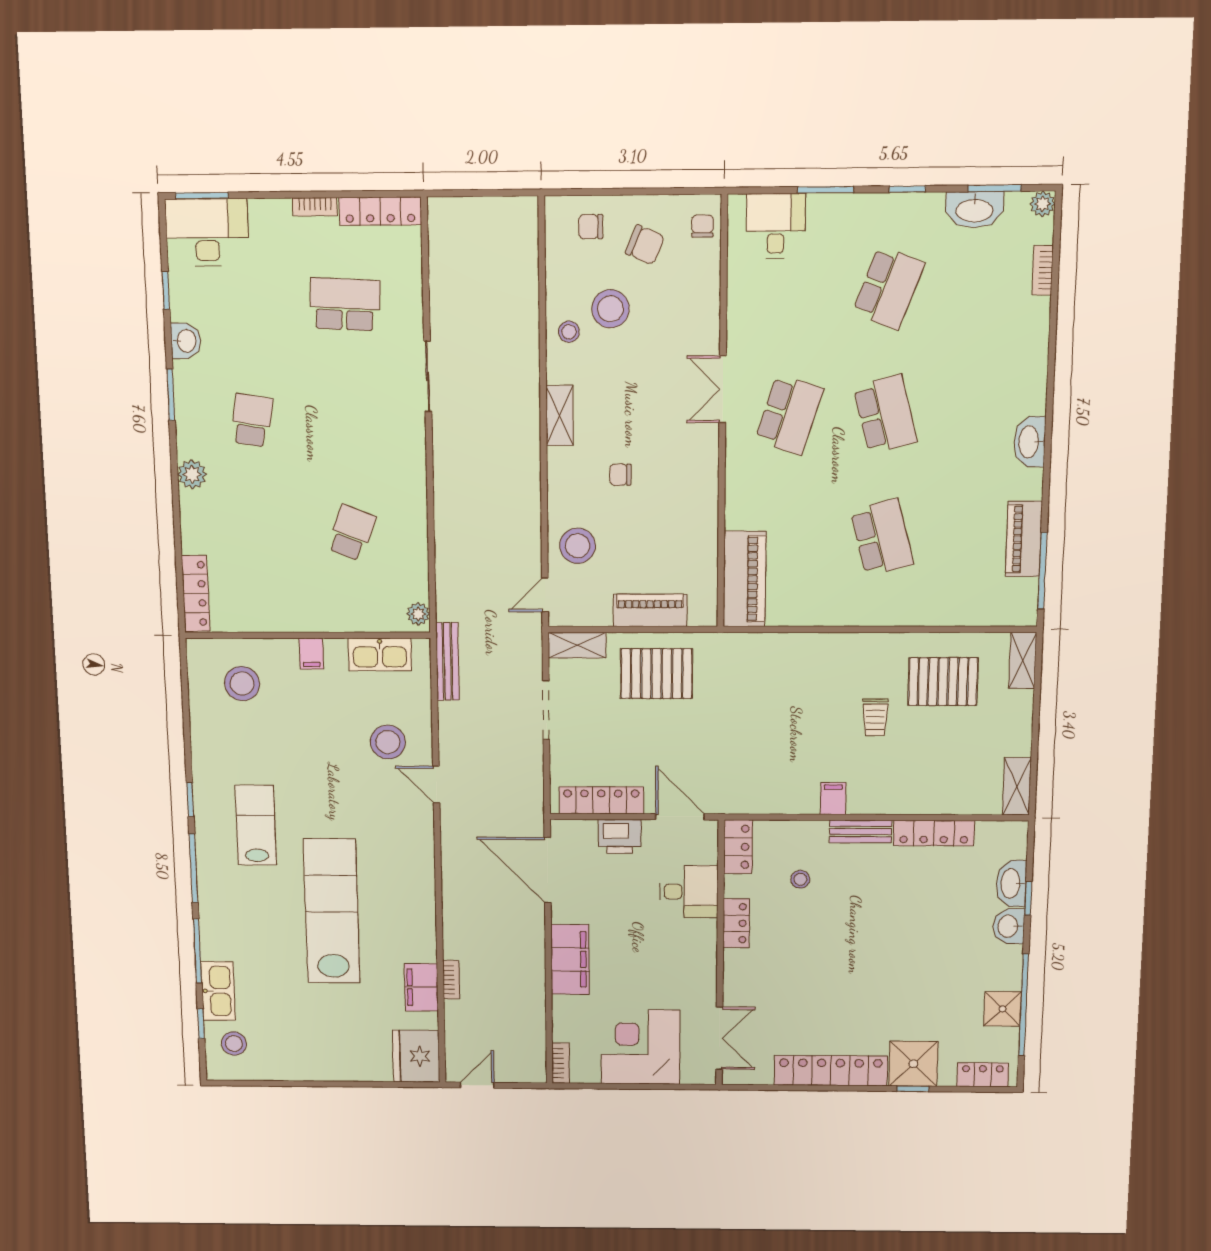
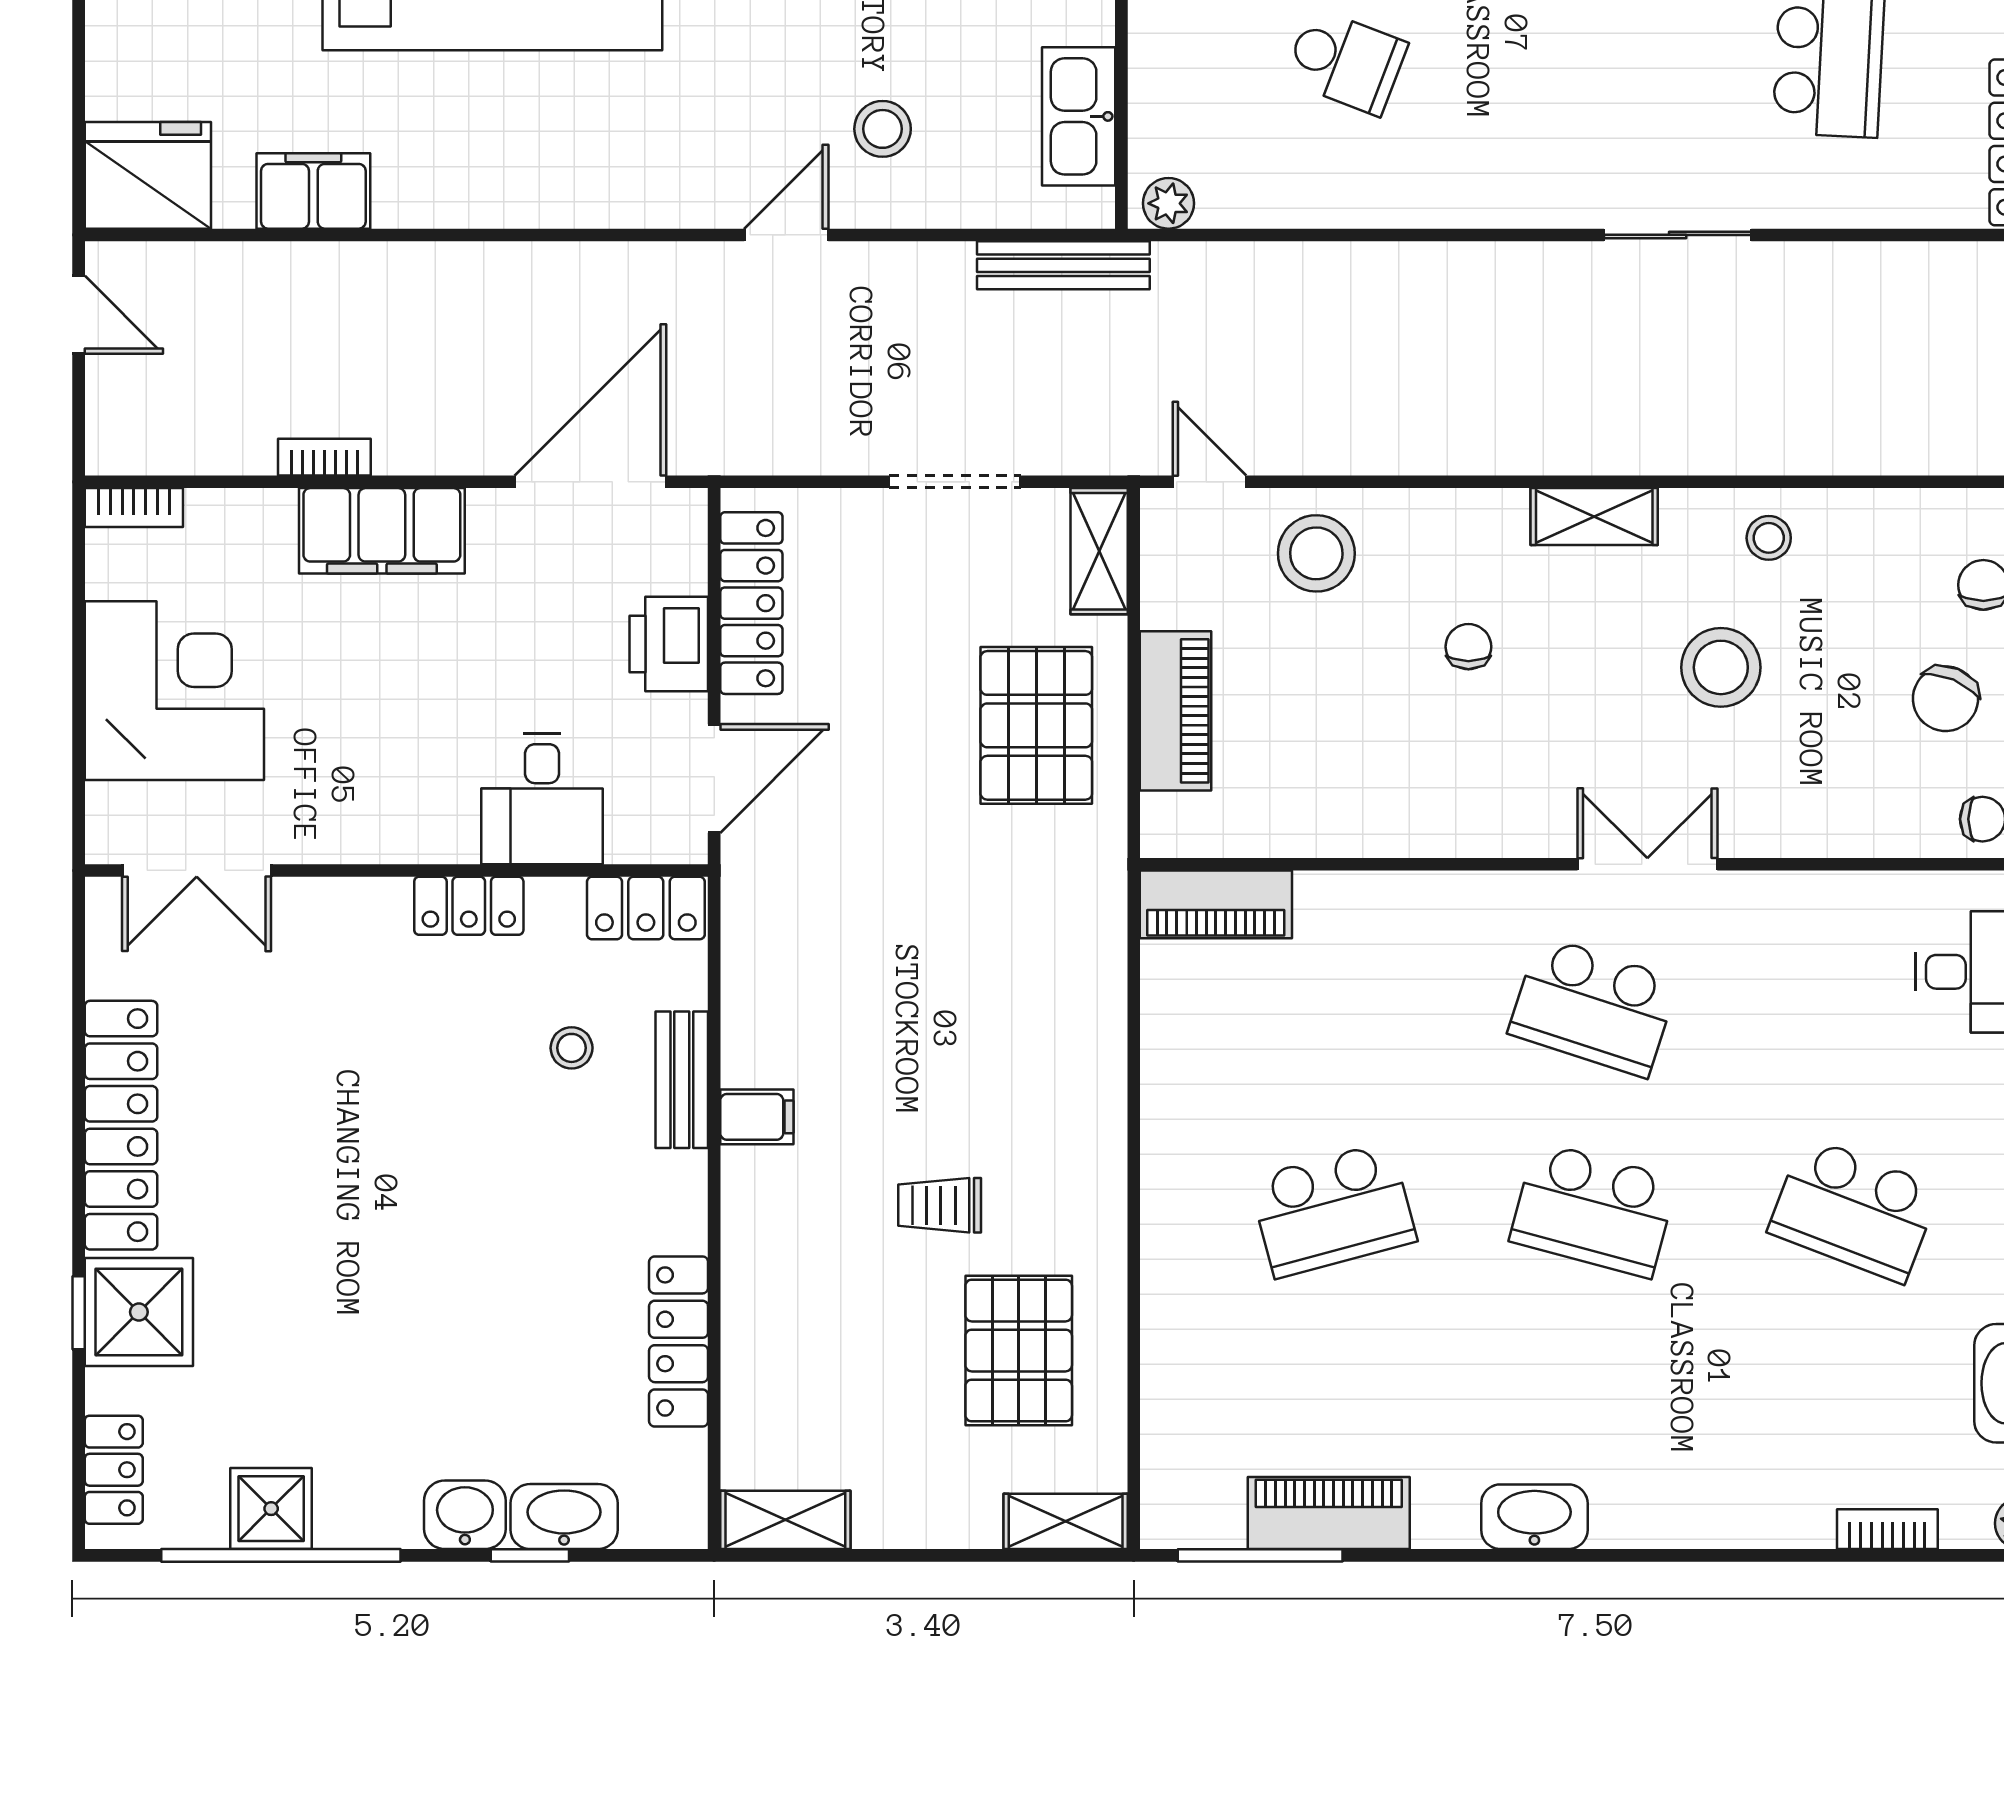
stool: (610, 309) -> (1721, 667), moved
school desk: (885, 414) -> (1593, 1210), turned 30
piano: (745, 579) -> (1216, 904), width x0.73, depth x0.75
stool: (388, 742) -> (883, 129), width x0.73, depth x0.73
bench: (861, 832) -> (682, 1080), moved
bookcase: (451, 980) -> (324, 457), moved, turned 180

